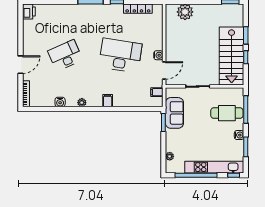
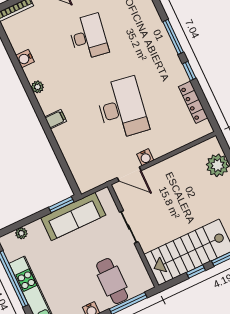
desk: (65, 55) -> (88, 37), turned 33
filing cabinet: (157, 92) -> (97, 178), removed
sofa: (174, 113) -> (73, 216), width x1.36

